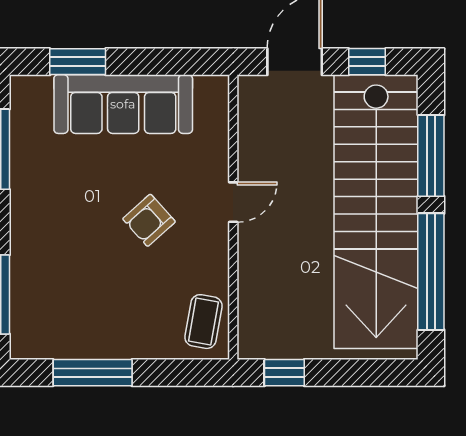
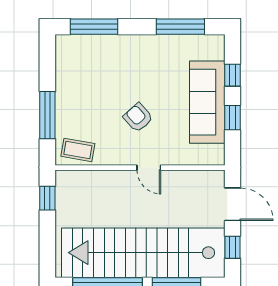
window: (78, 62) -> (232, 75), width x0.67
window: (149, 62) -> (232, 118), added
window: (93, 373) -> (47, 115), moved

